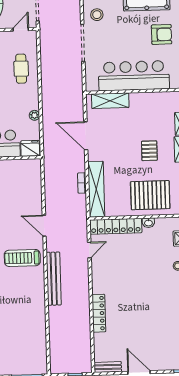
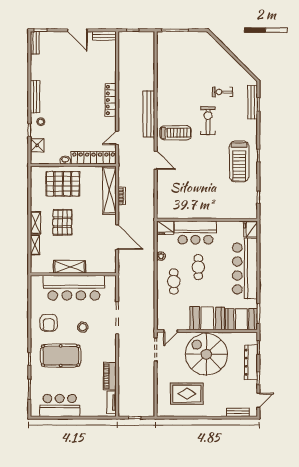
stool: (97, 15) -> (83, 327), moved
armchair: (162, 34) -> (49, 323), turned -90
cafe table: (21, 69) -> (174, 282), moved
shelving: (110, 101) -> (70, 267), moved
pallet: (149, 151) -> (62, 222), width x1.50, depth x1.42
locker: (99, 313) -> (111, 100), moved

